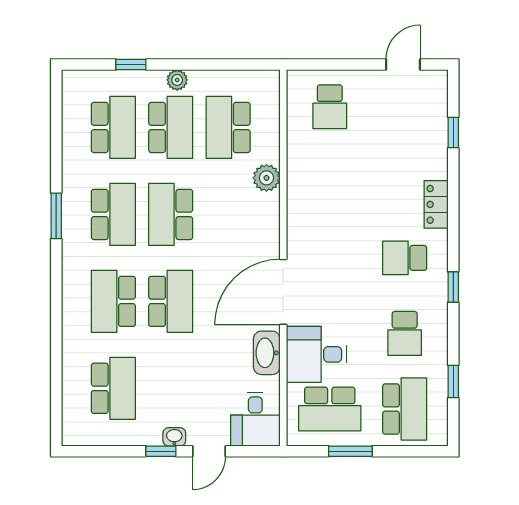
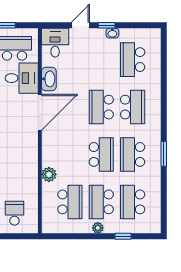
washbasin: (174, 437) -> (112, 33), moved

